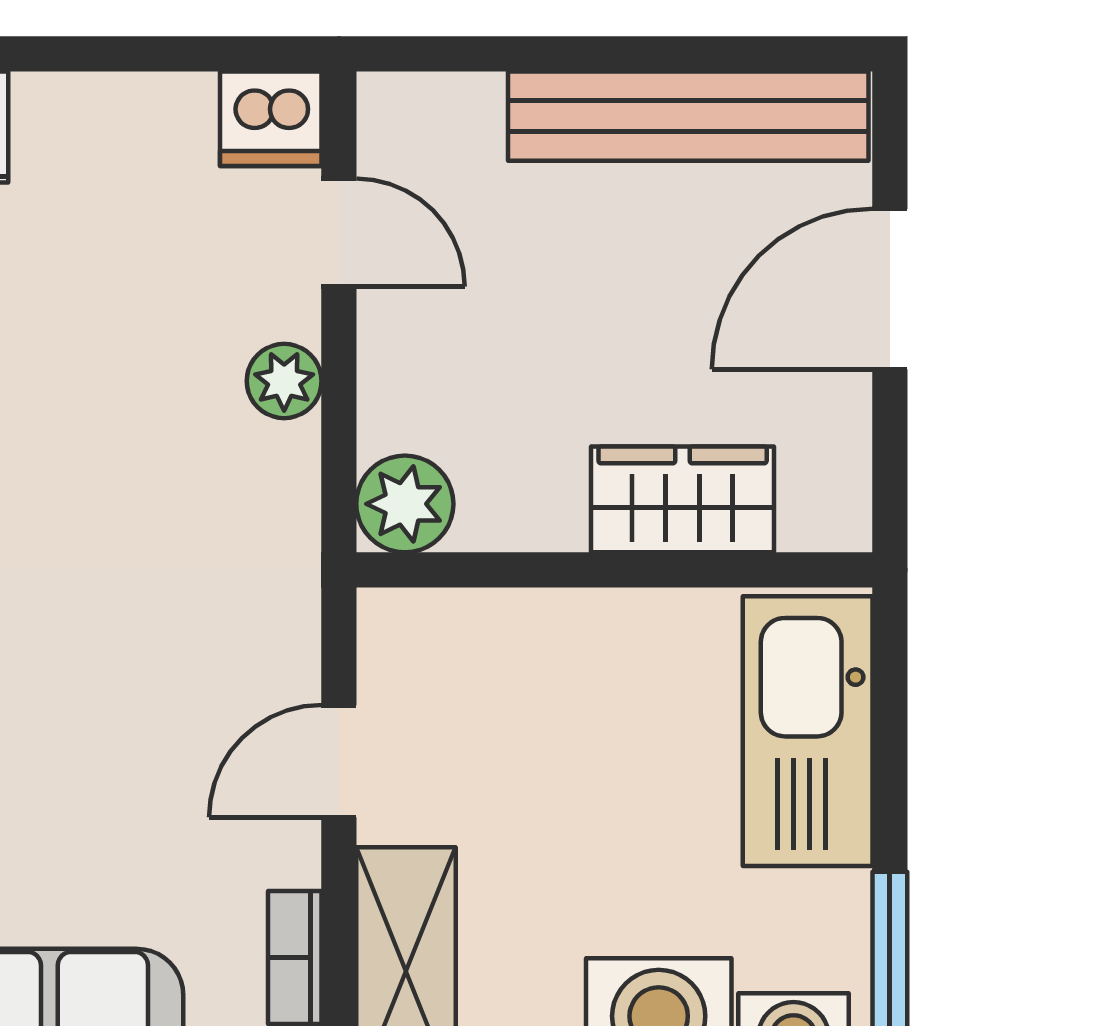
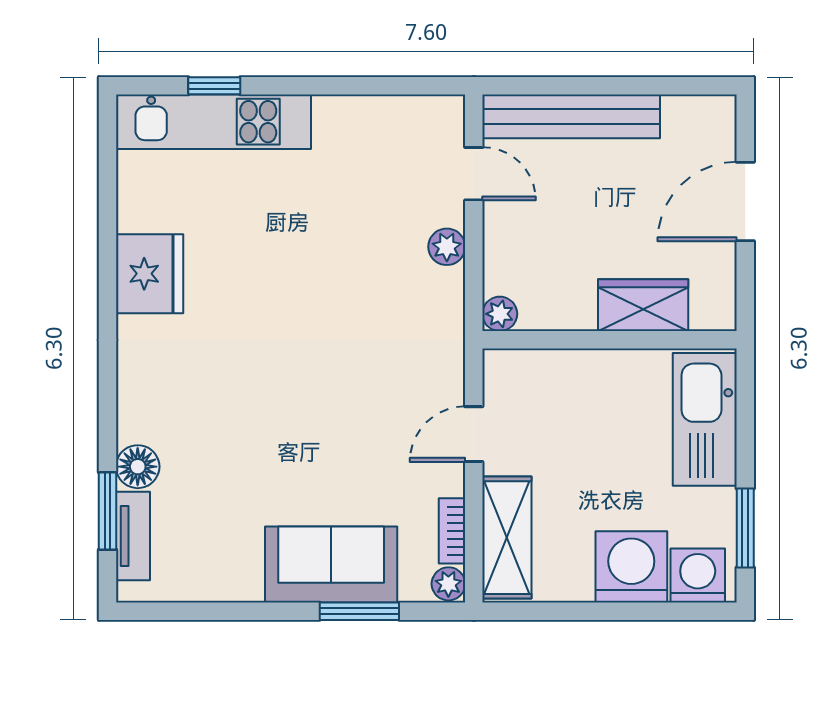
bench: (688, 116) -> (571, 116), moved
dishwasher: (271, 119) -> (440, 118), removed
plant: (405, 504) -> (500, 314), width x0.73, depth x0.73

